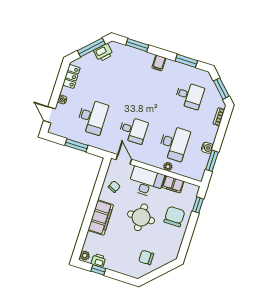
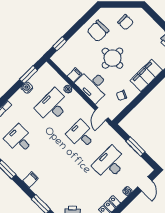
filing cabinet: (173, 184) -> (74, 75), width x0.50
chair: (174, 216) -> (98, 31), moved

